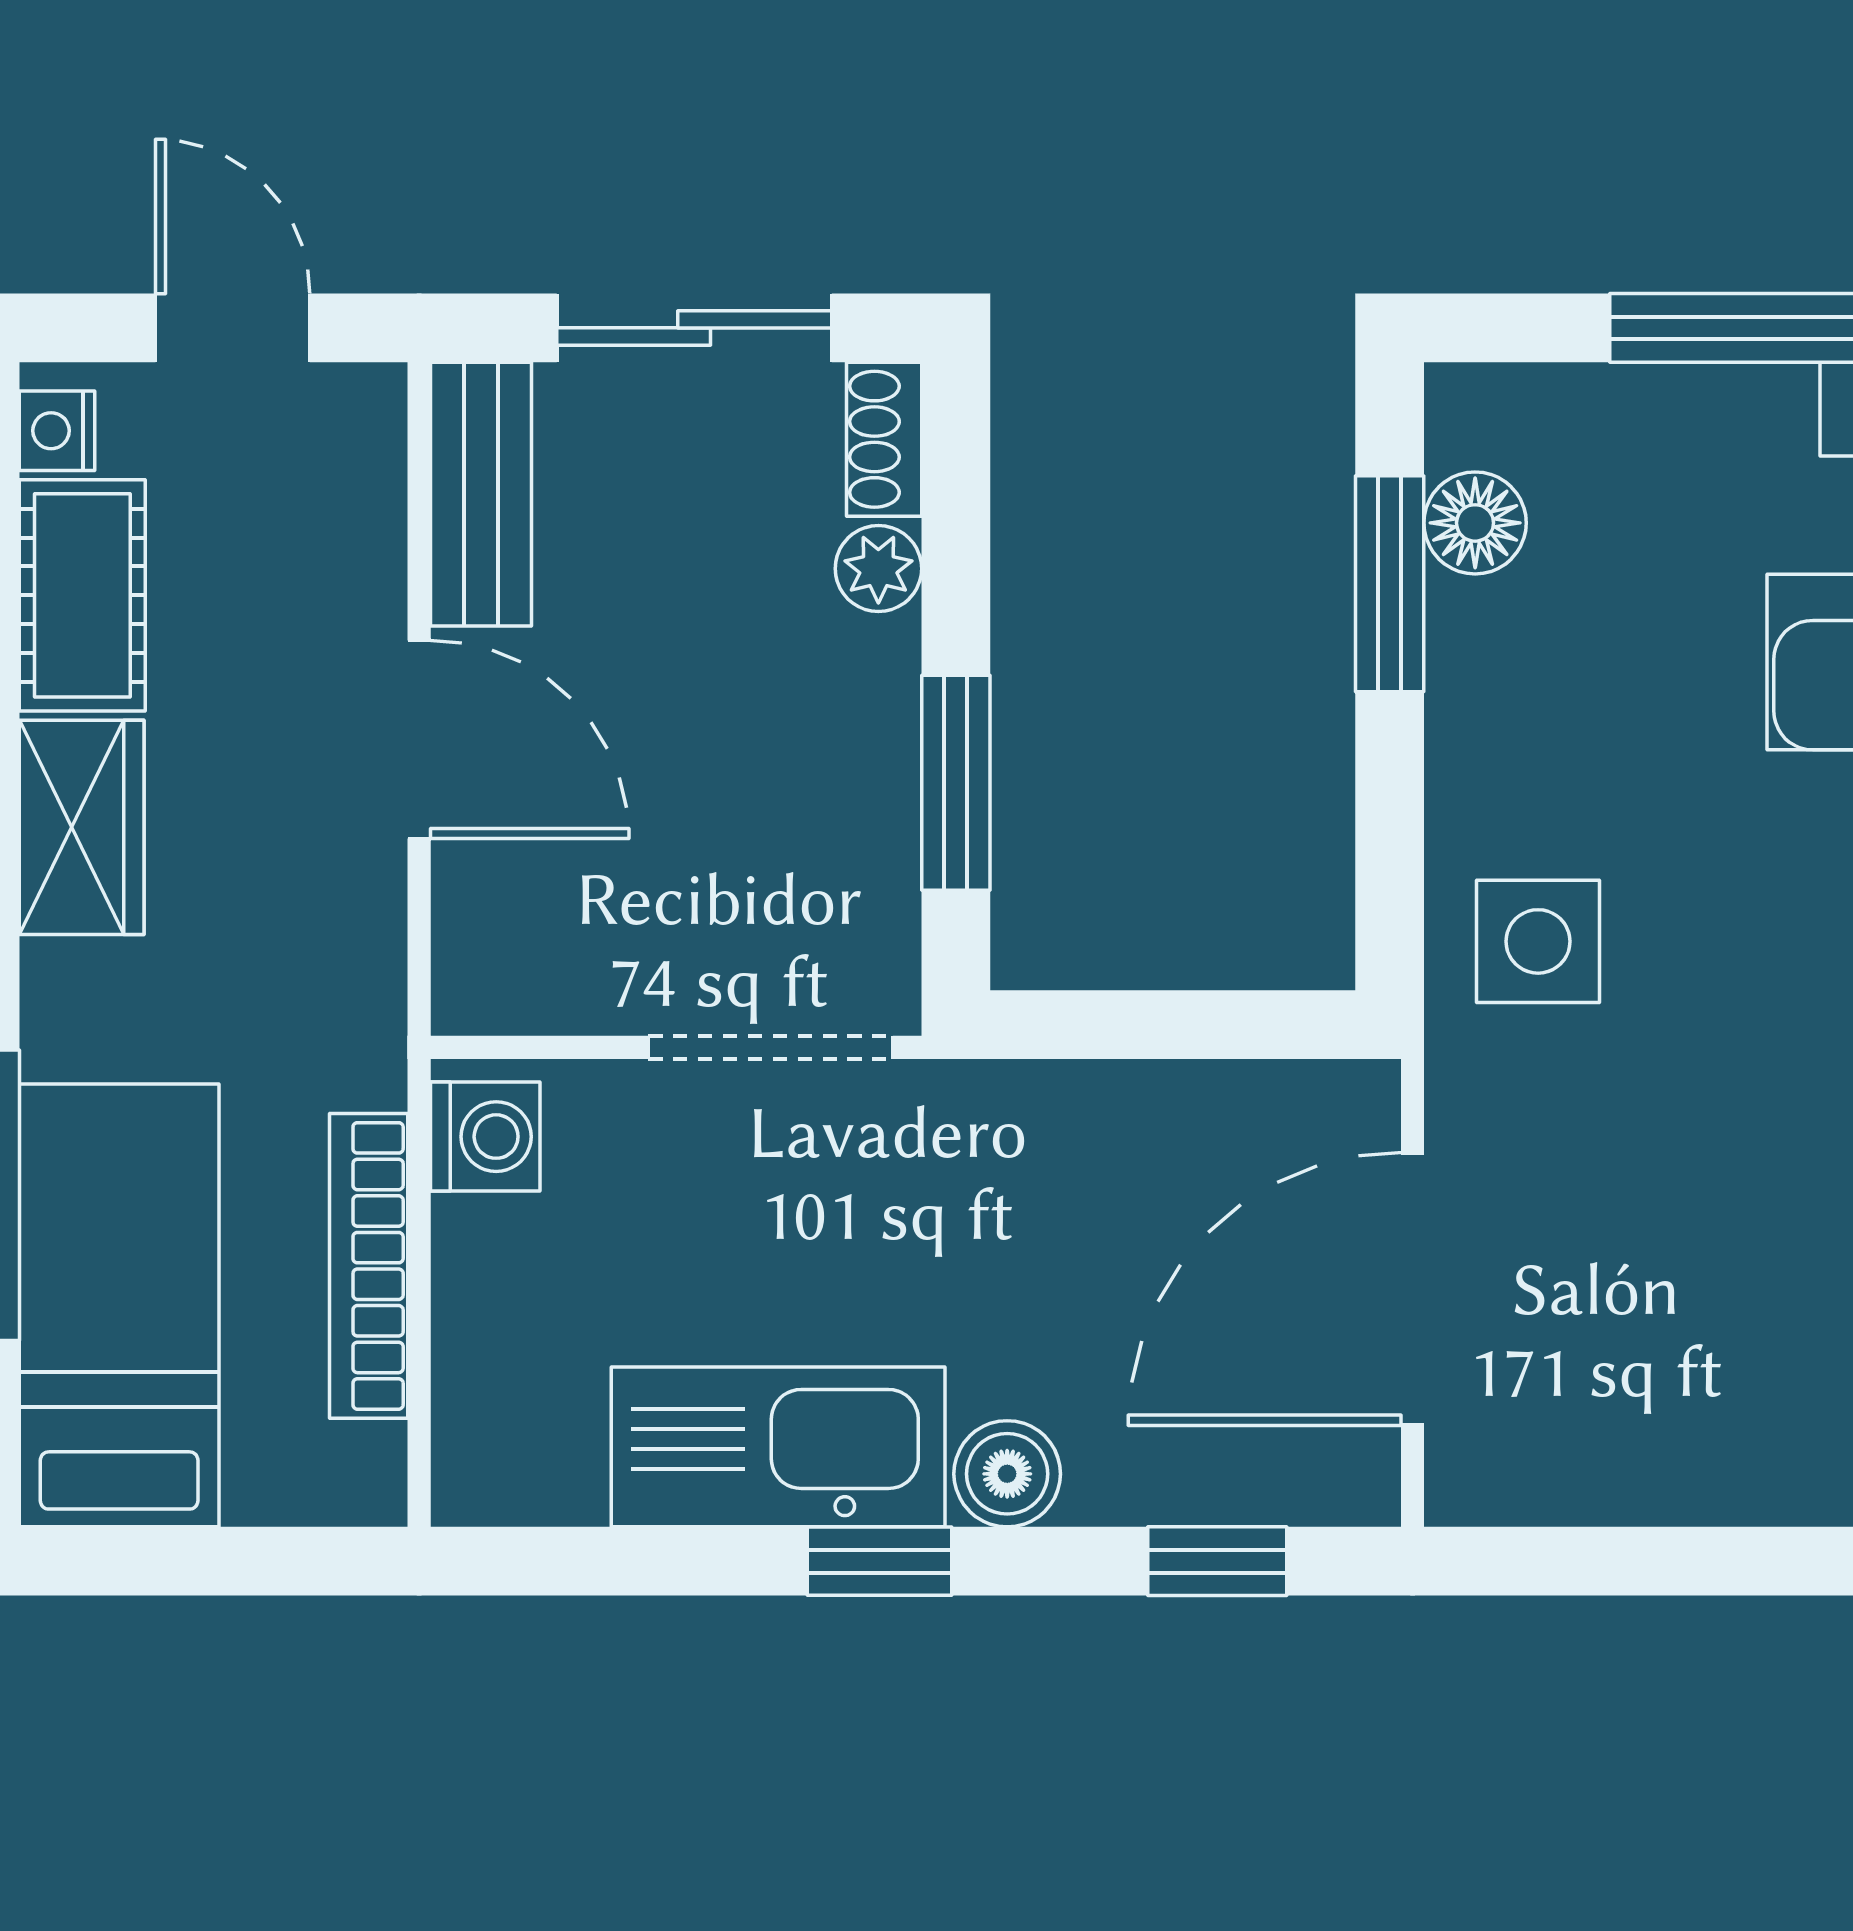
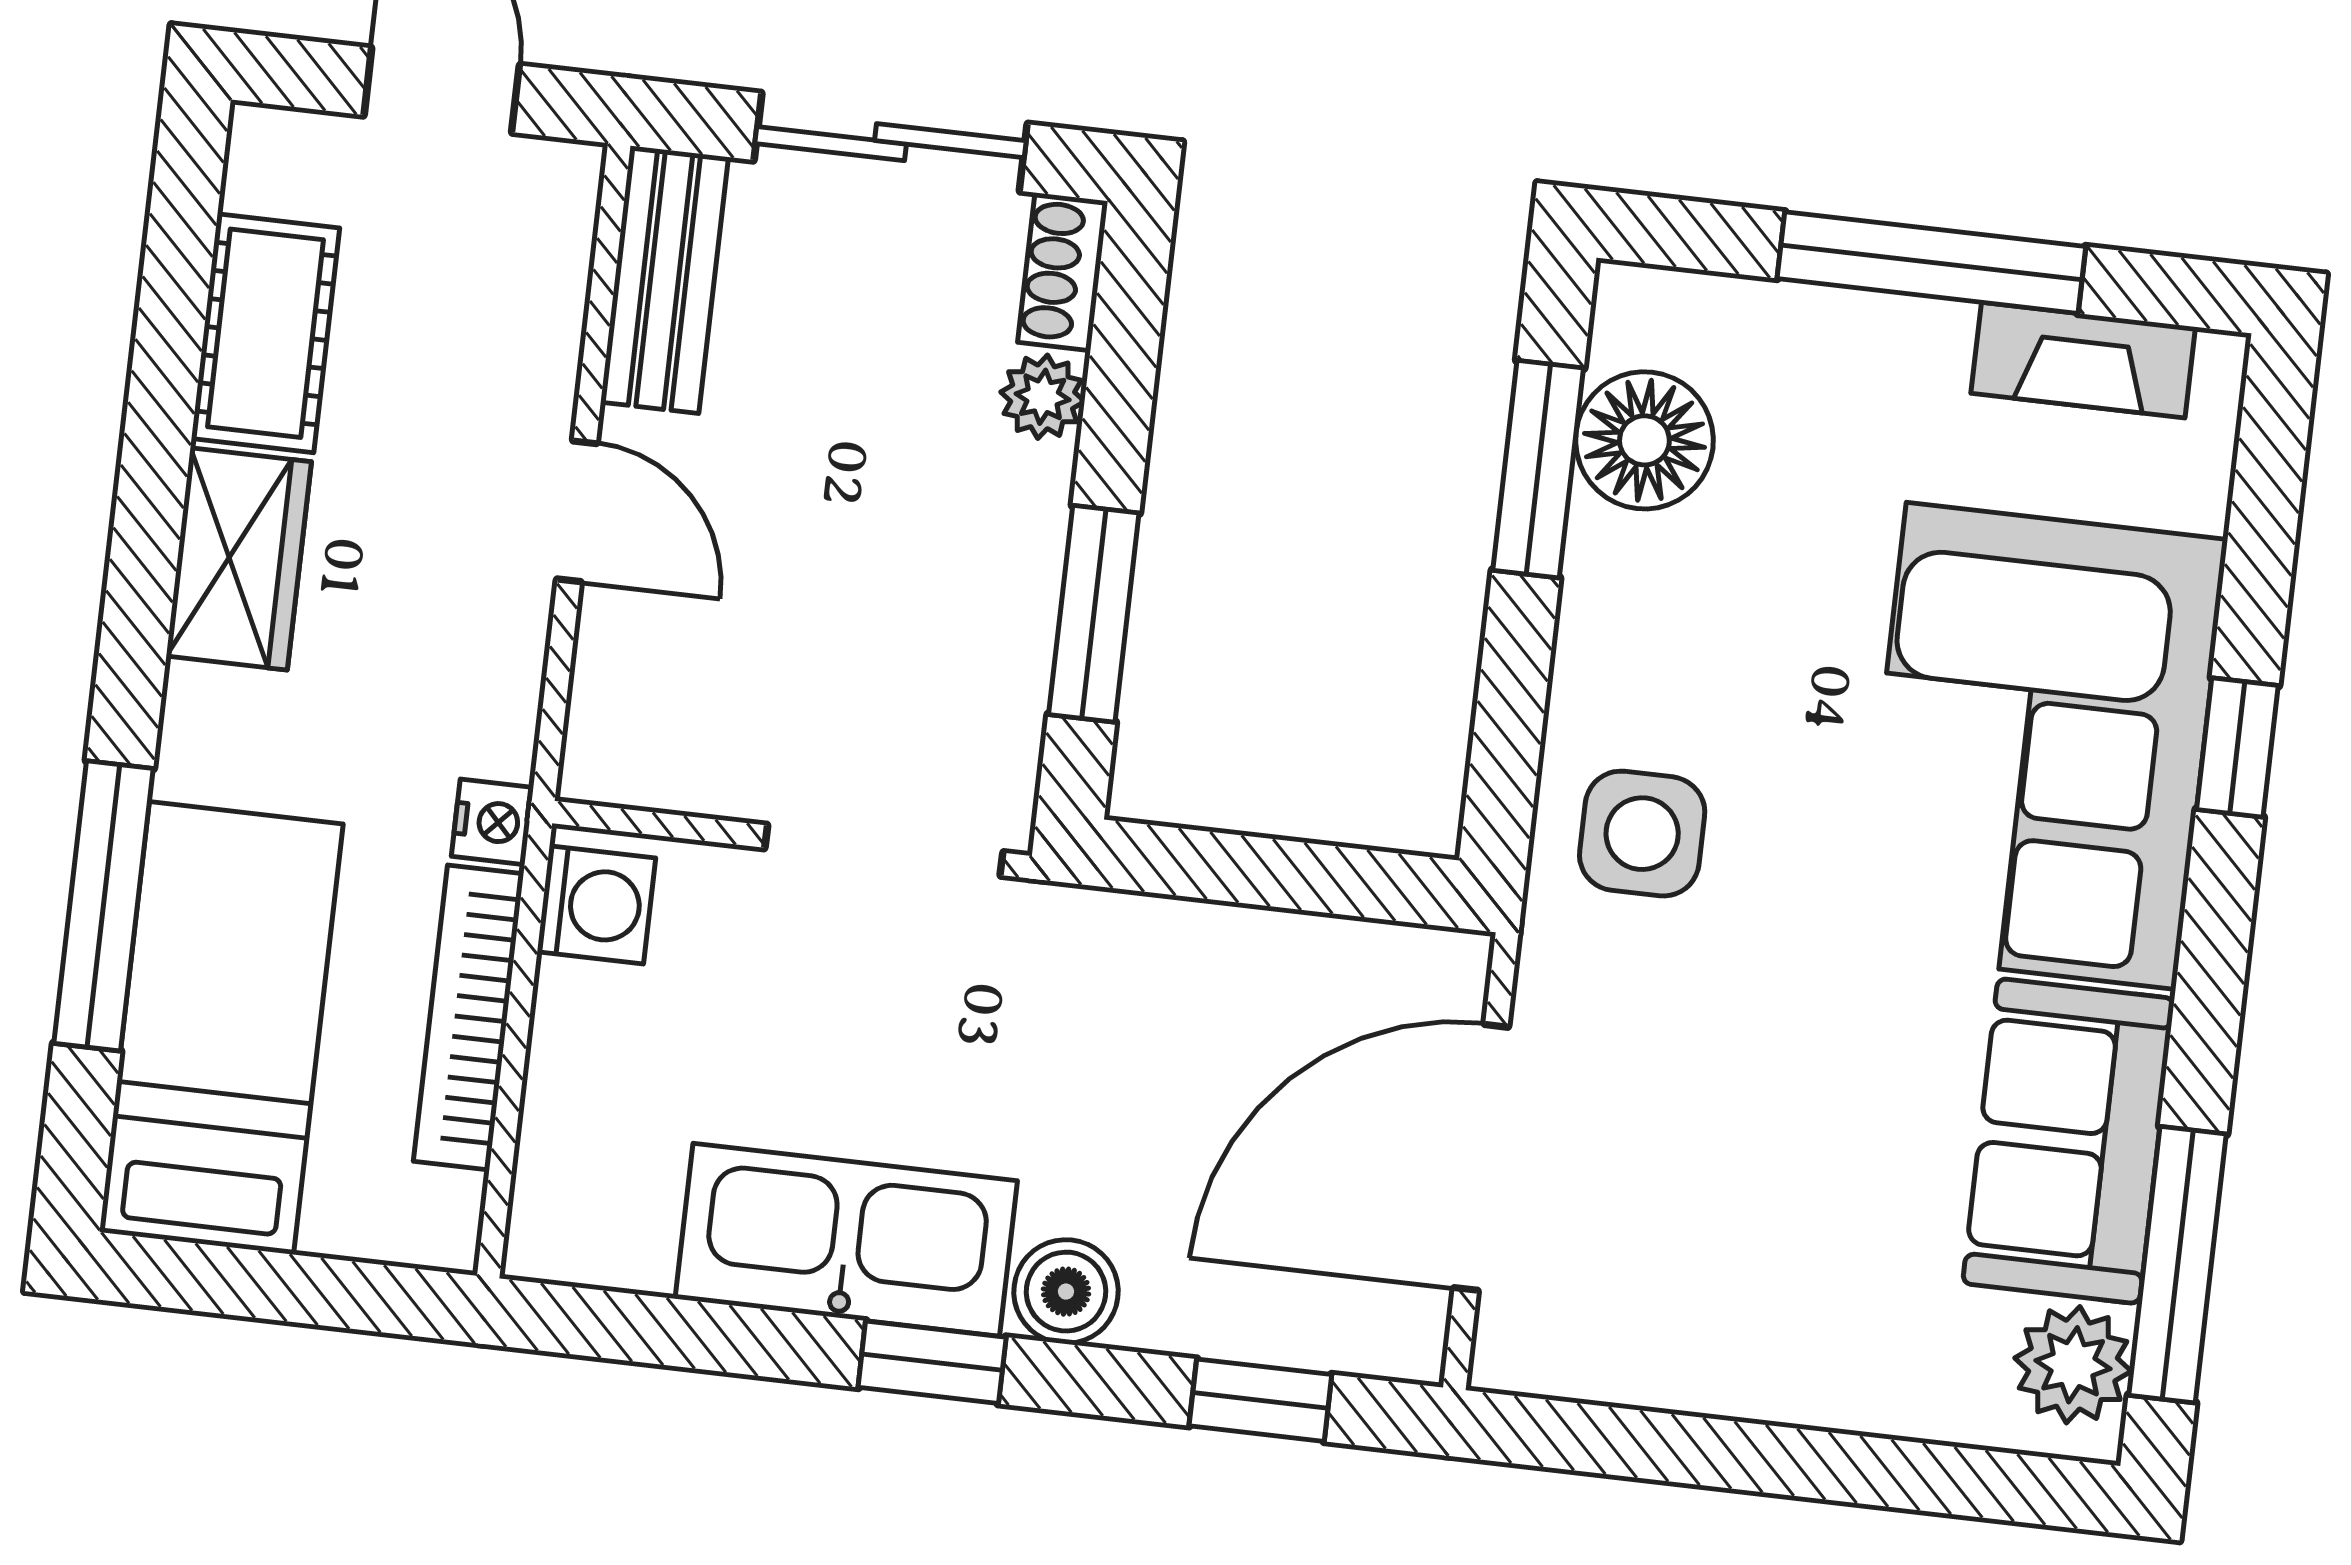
nightstand: (57, 431) -> (493, 822), moved, turned 180
floor lamp: (1475, 523) -> (1644, 440), width x1.38, depth x1.38
door: (419, 739) -> (577, 511), width x0.73

